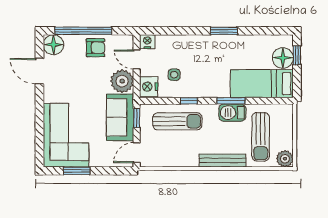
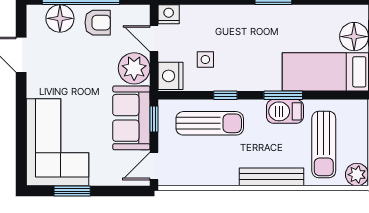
floor lamp: (53, 45) -> (60, 18), moved

